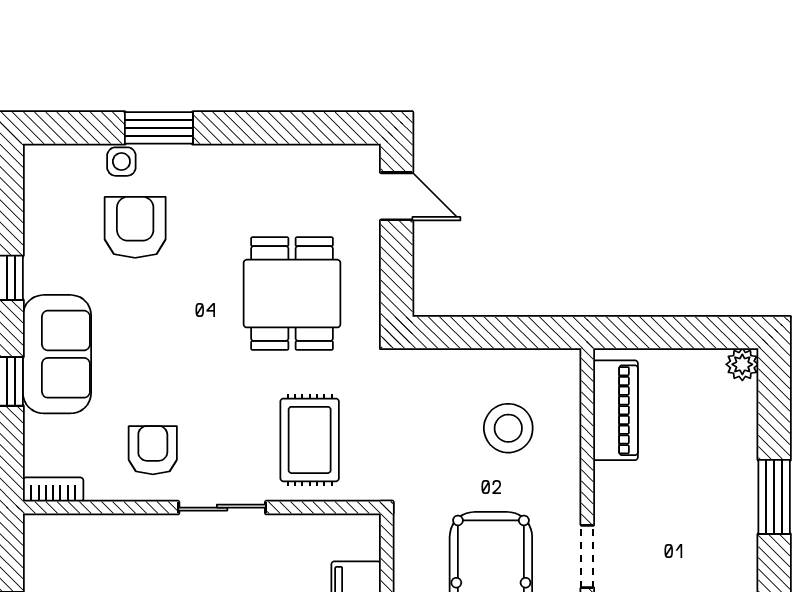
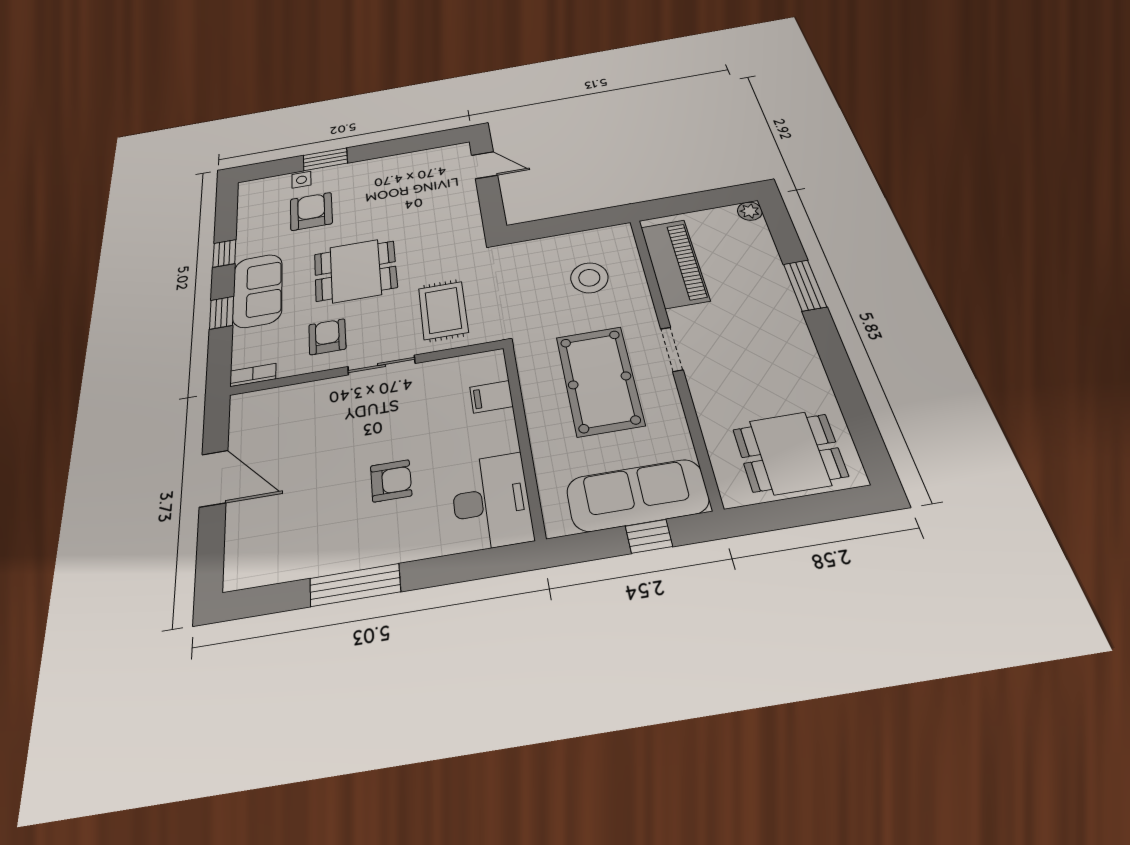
dining table: (292, 294) -> (355, 271), moved, turned 90
piano: (616, 410) -> (675, 263), width x1.37, depth x1.33

